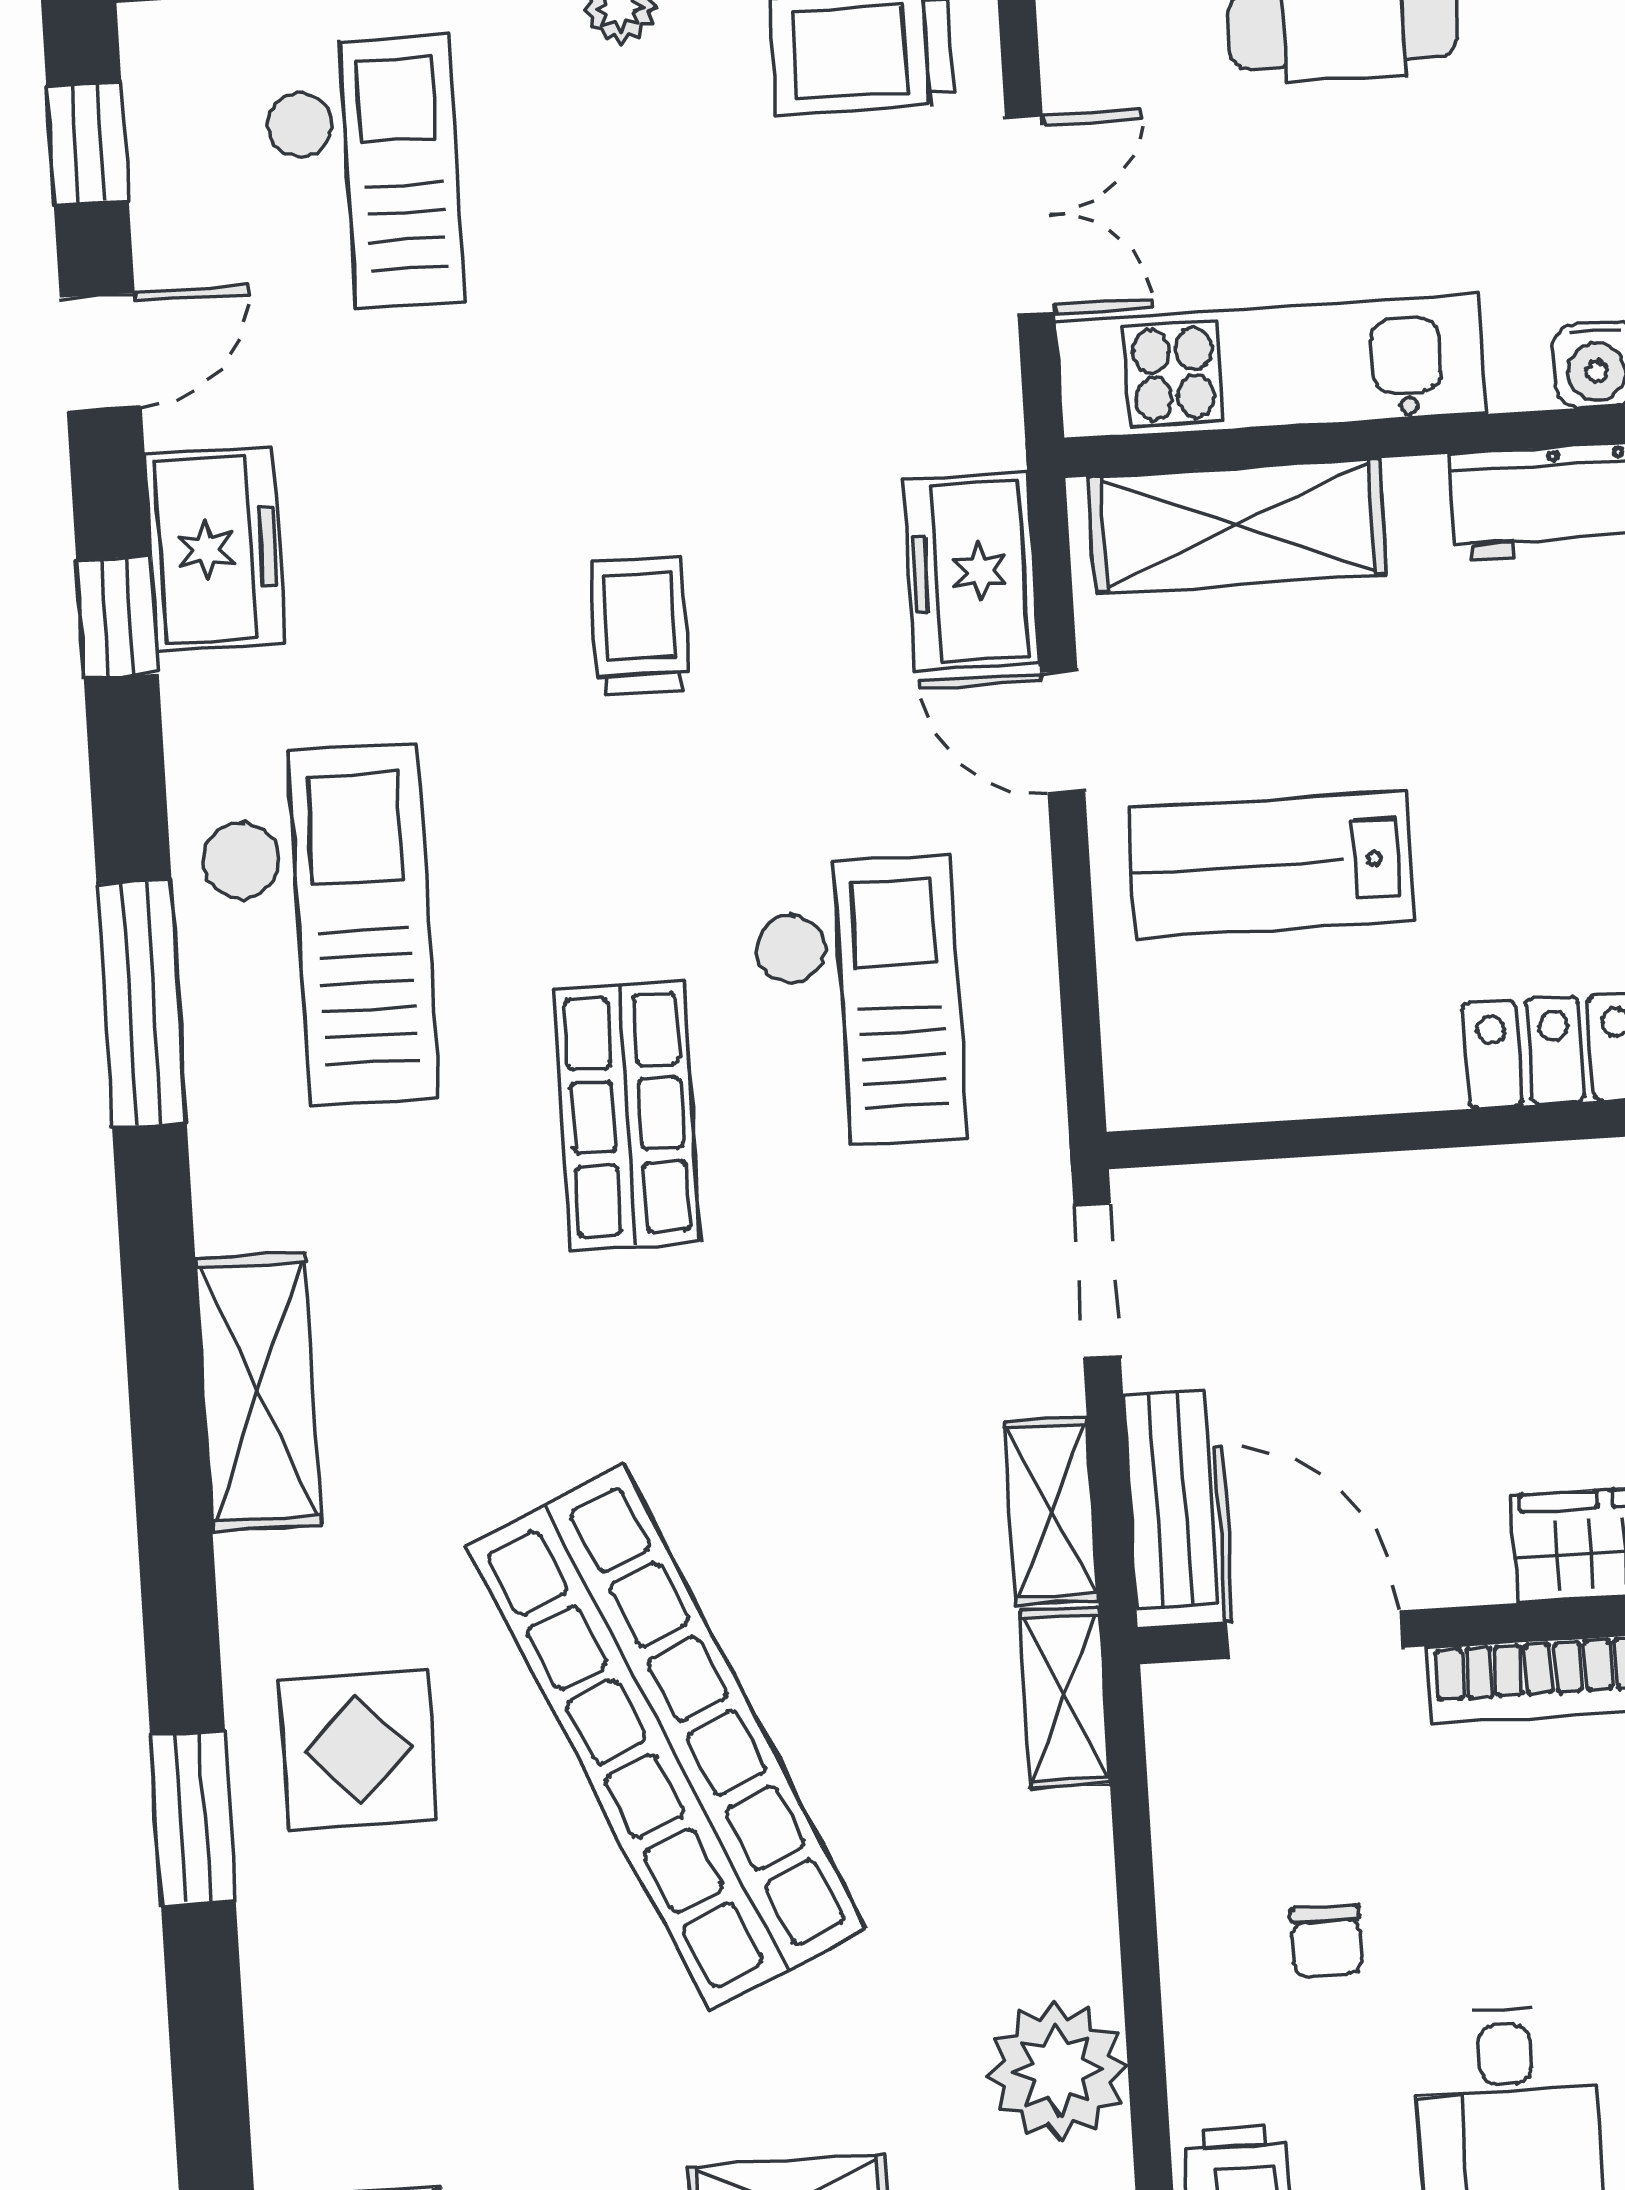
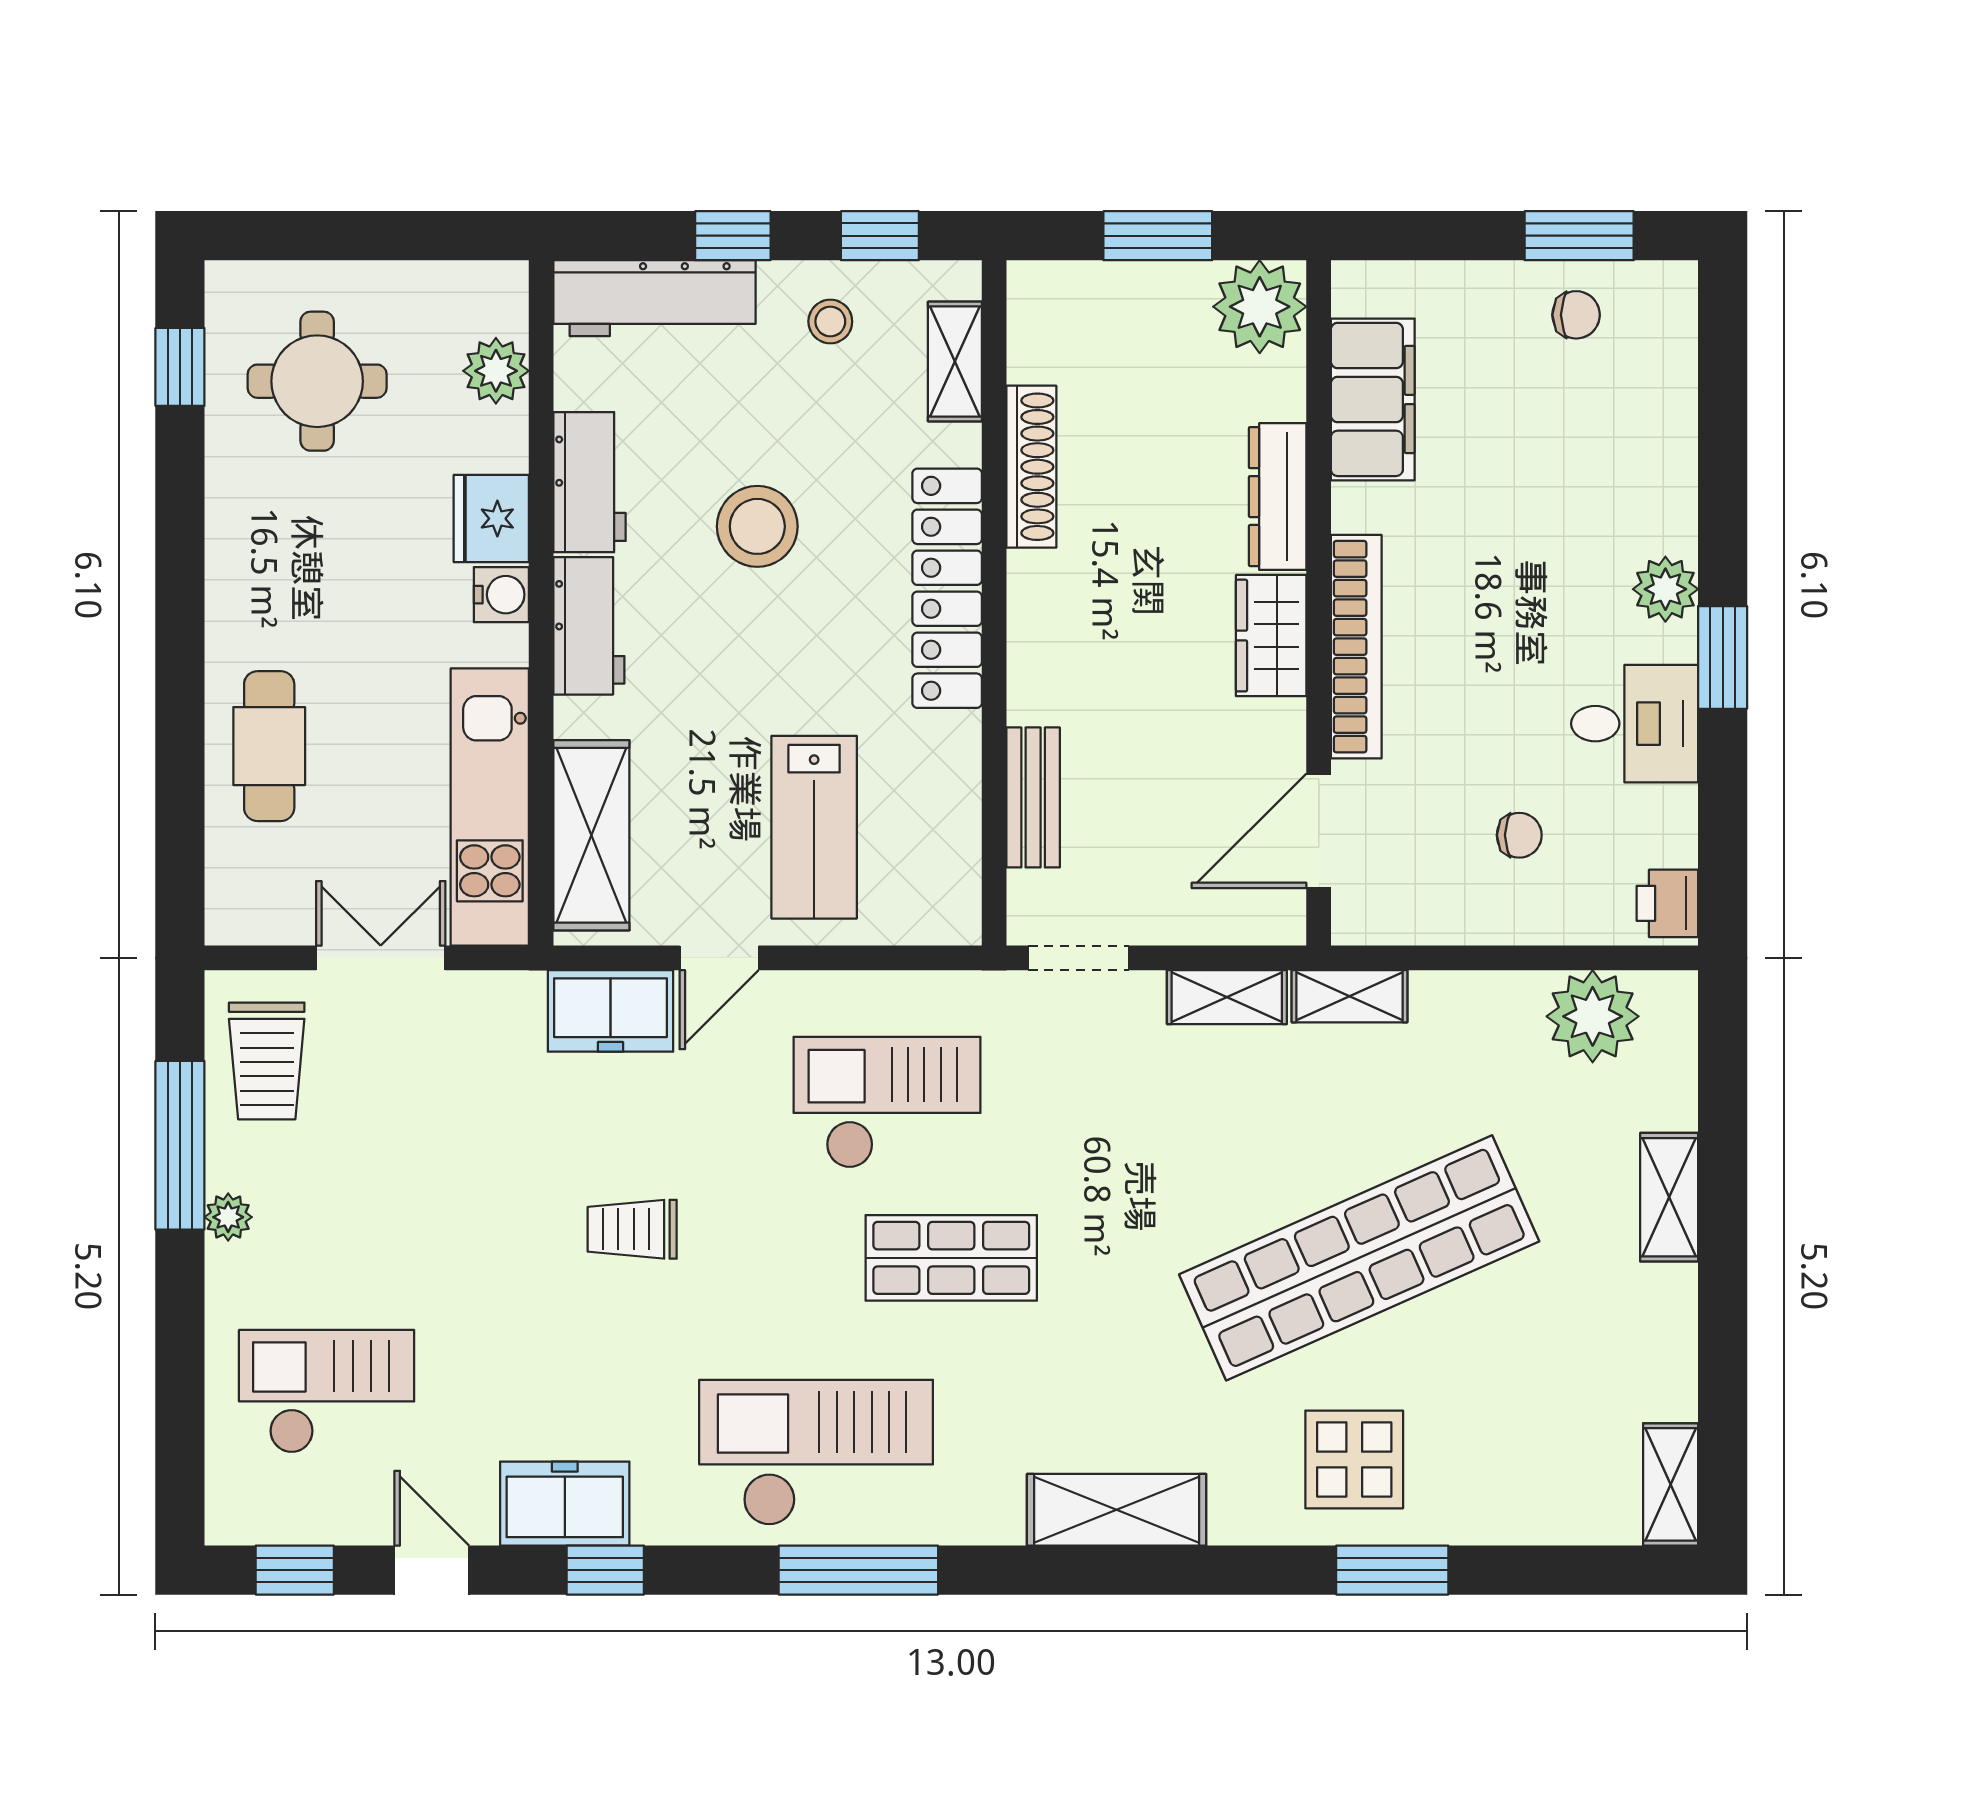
bench: (1171, 1499) -> (1033, 797), moved, turned 90

